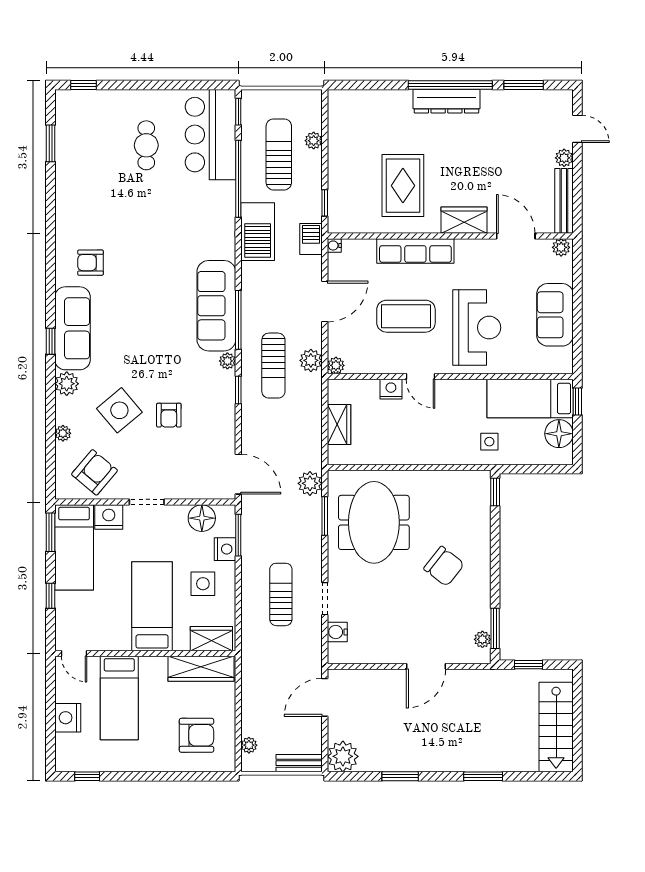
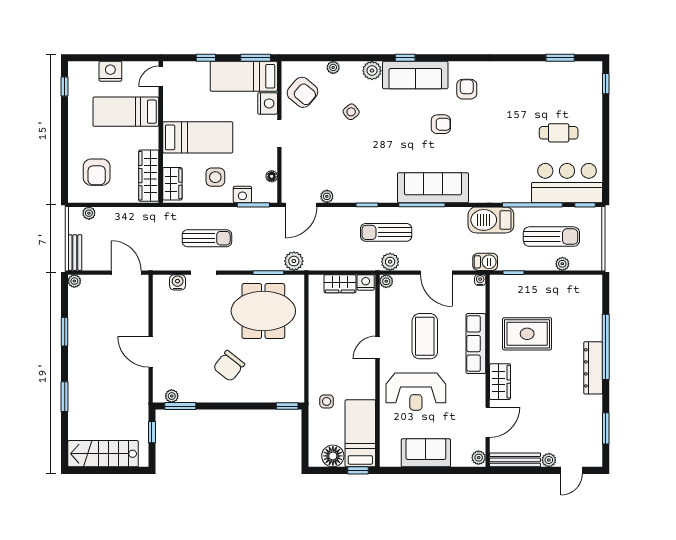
window: (450, 85) -> (606, 347), moved
plant: (227, 361) -> (327, 196), moved
nightstand: (391, 389) -> (366, 282), moved, turned -90
side table: (119, 410) -> (351, 112), width x0.54, depth x0.54
armchair: (169, 415) -> (441, 124), moved, turned 180
floor lamp: (202, 518) -> (272, 176), width x0.53, depth x0.53
plant: (343, 756) -> (74, 281), width x0.53, depth x0.53

